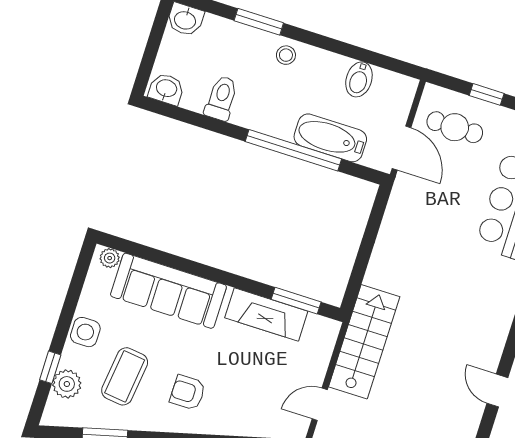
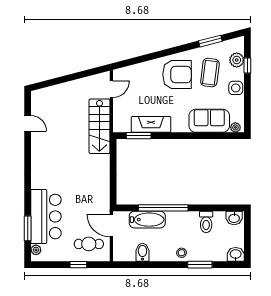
sofa: (168, 291) -> (209, 121), width x0.73
armchair: (188, 393) -> (177, 74), width x1.88, depth x1.88

